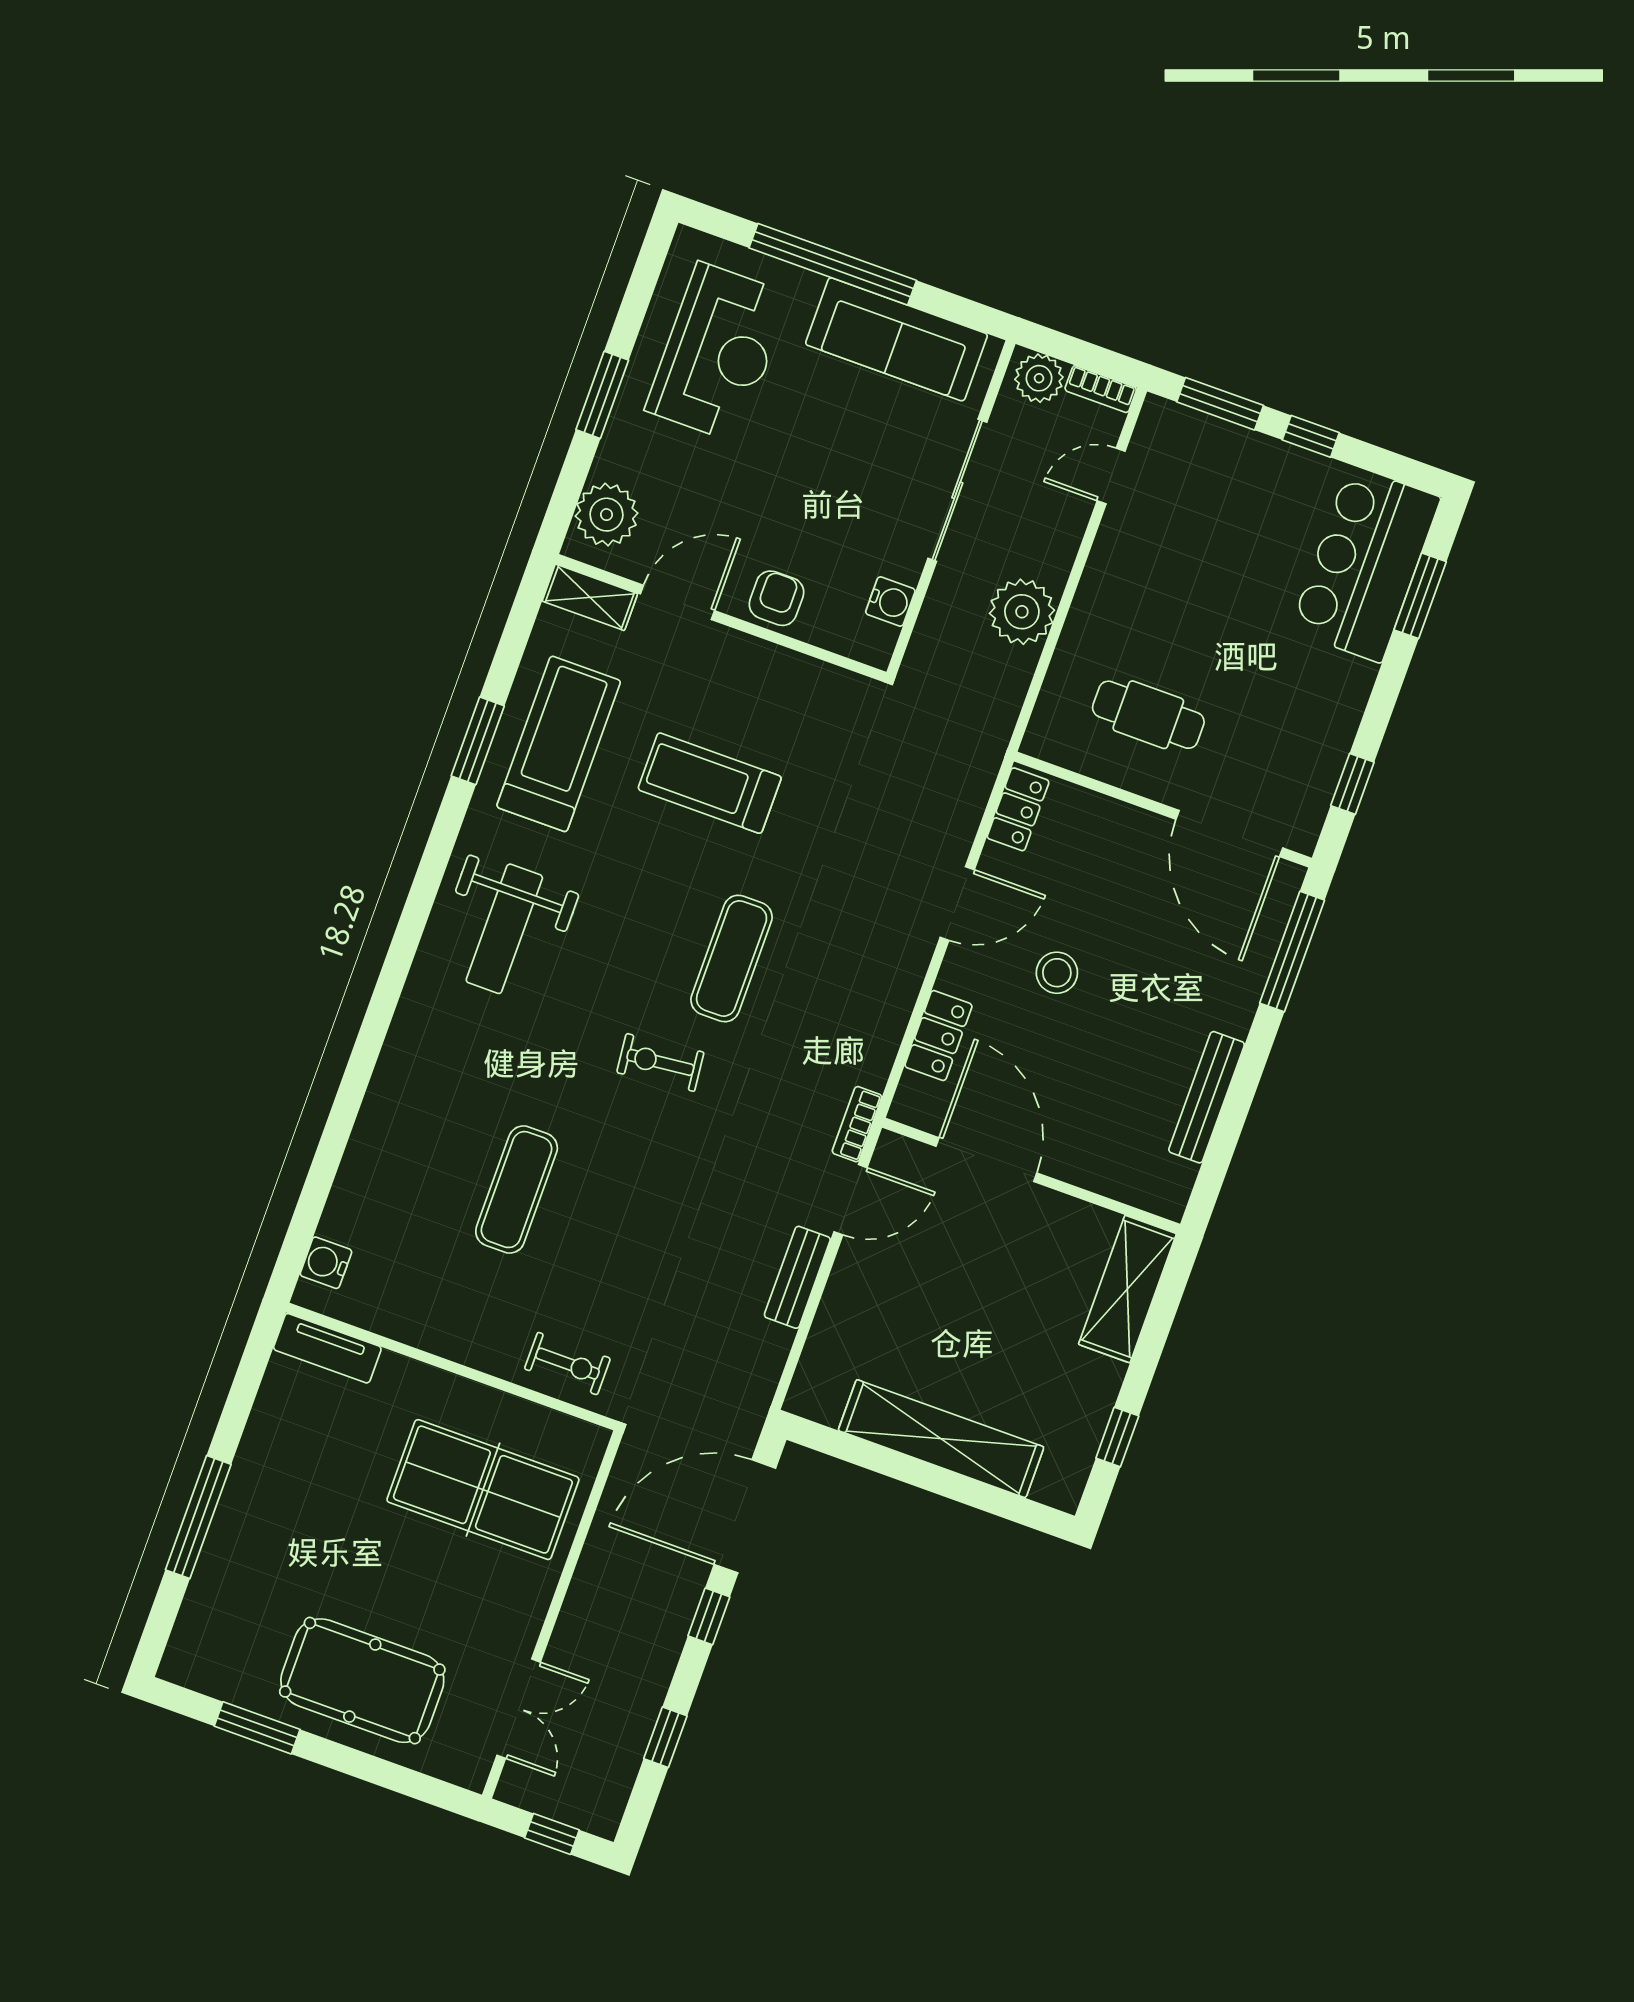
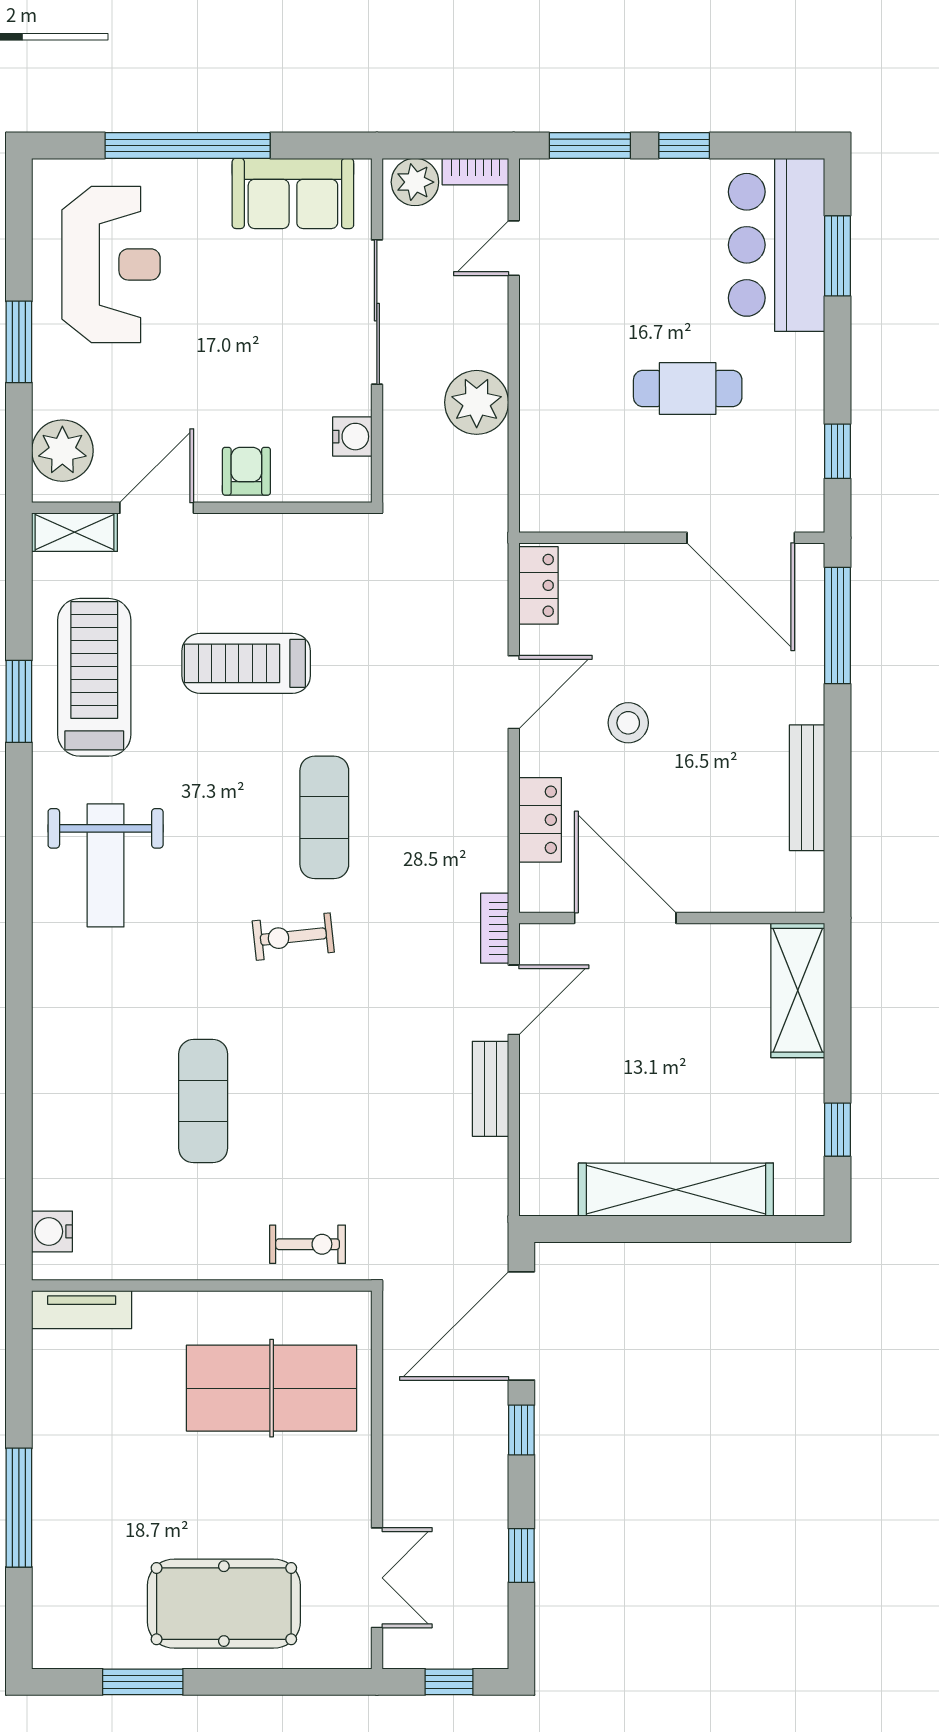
sofa: (896, 339) -> (293, 193), width x0.73
cafe table: (1148, 715) -> (688, 388), moved

